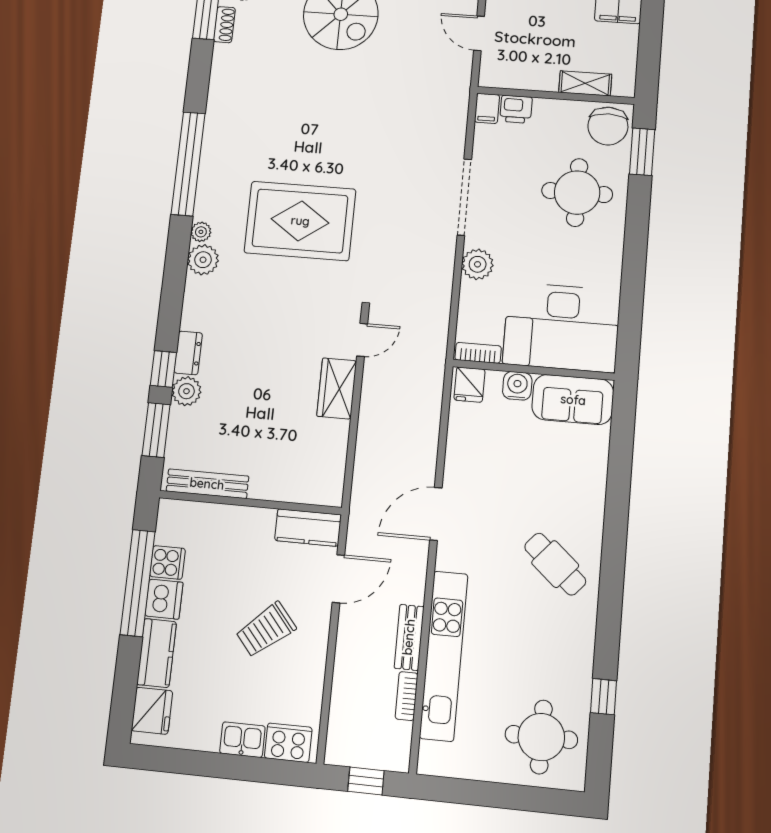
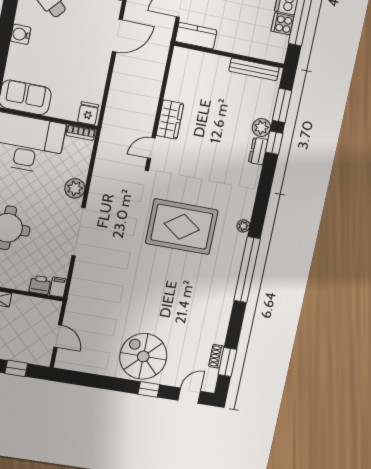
plant: (203, 260) -> (244, 208), removed
water cooler: (517, 386) -> (21, 34), moved, turned 90

